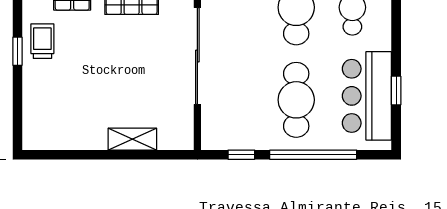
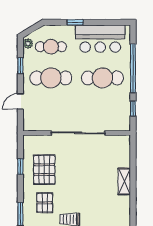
window: (396, 91) -> (75, 22), moved
shelving: (132, 139) -> (124, 181), moved

